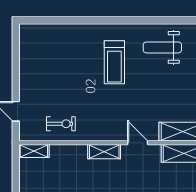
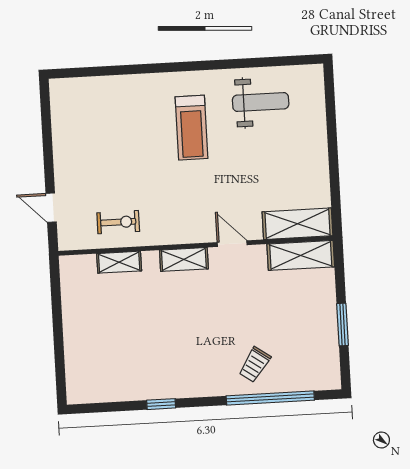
weight bench: (162, 47) -> (261, 102), turned 180
shelving: (34, 151) -> (119, 262), moved

